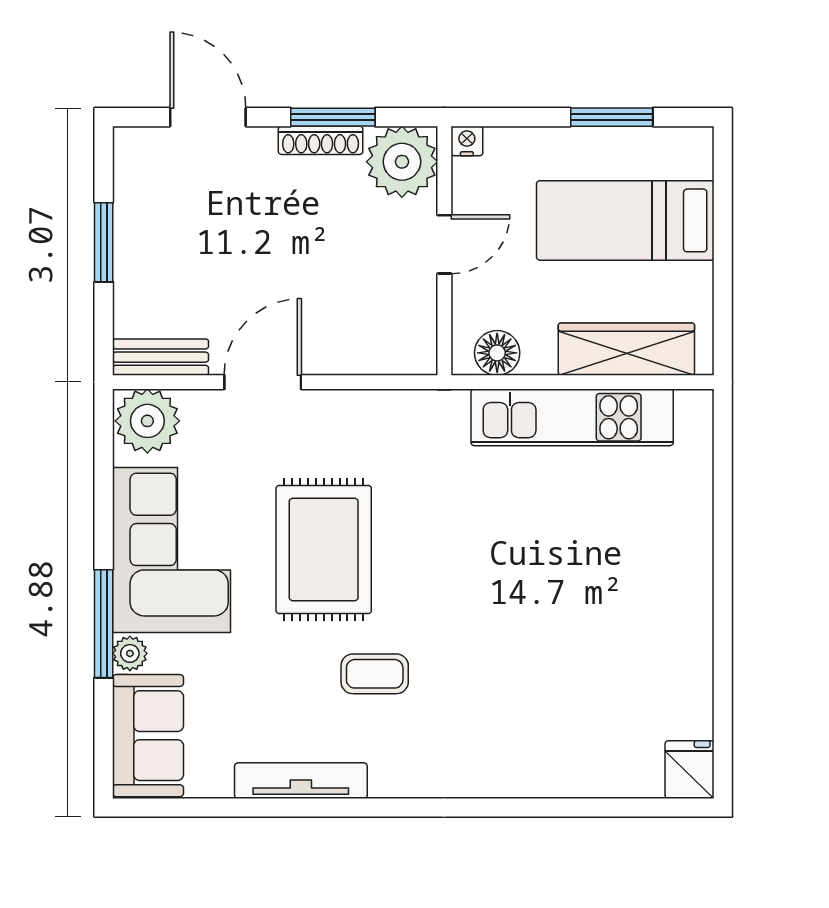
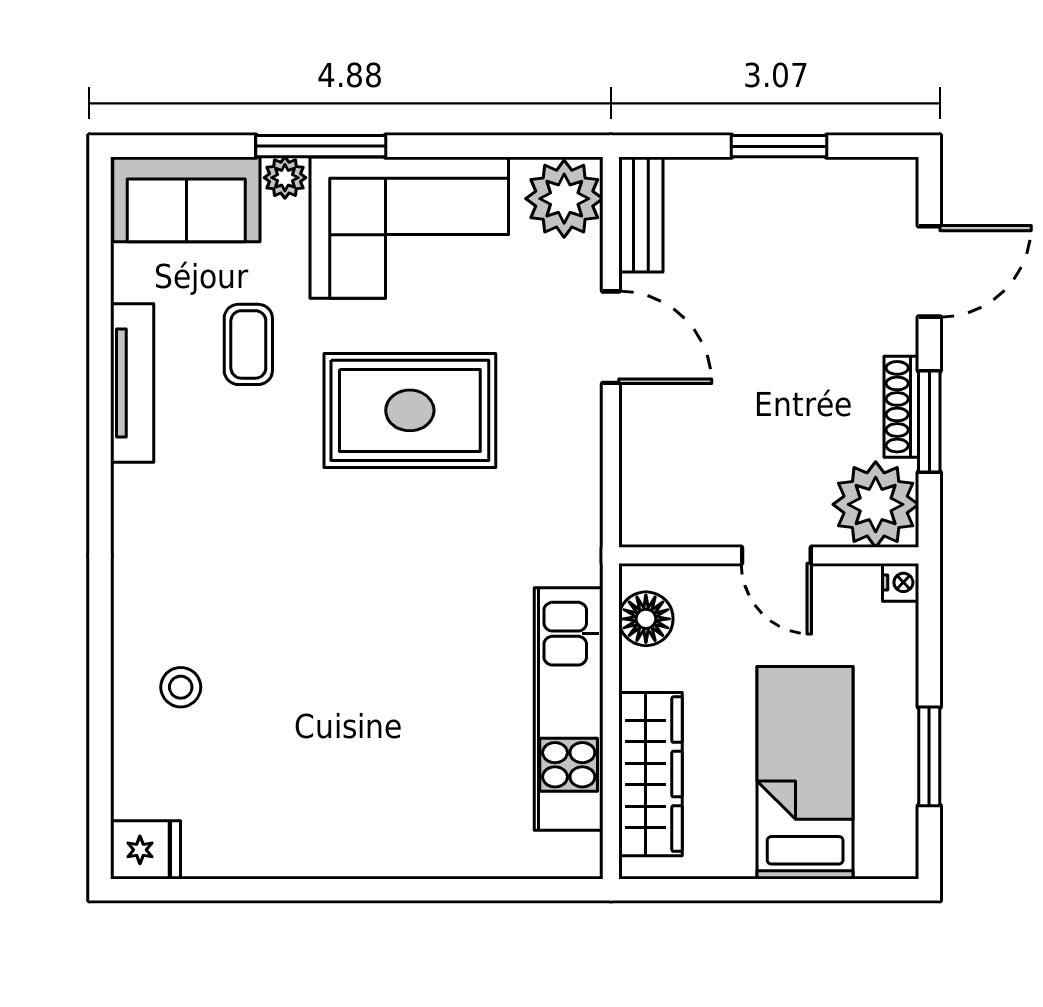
coffee table: (375, 674) -> (248, 344), moved
stool: (554, 740) -> (181, 687), added

